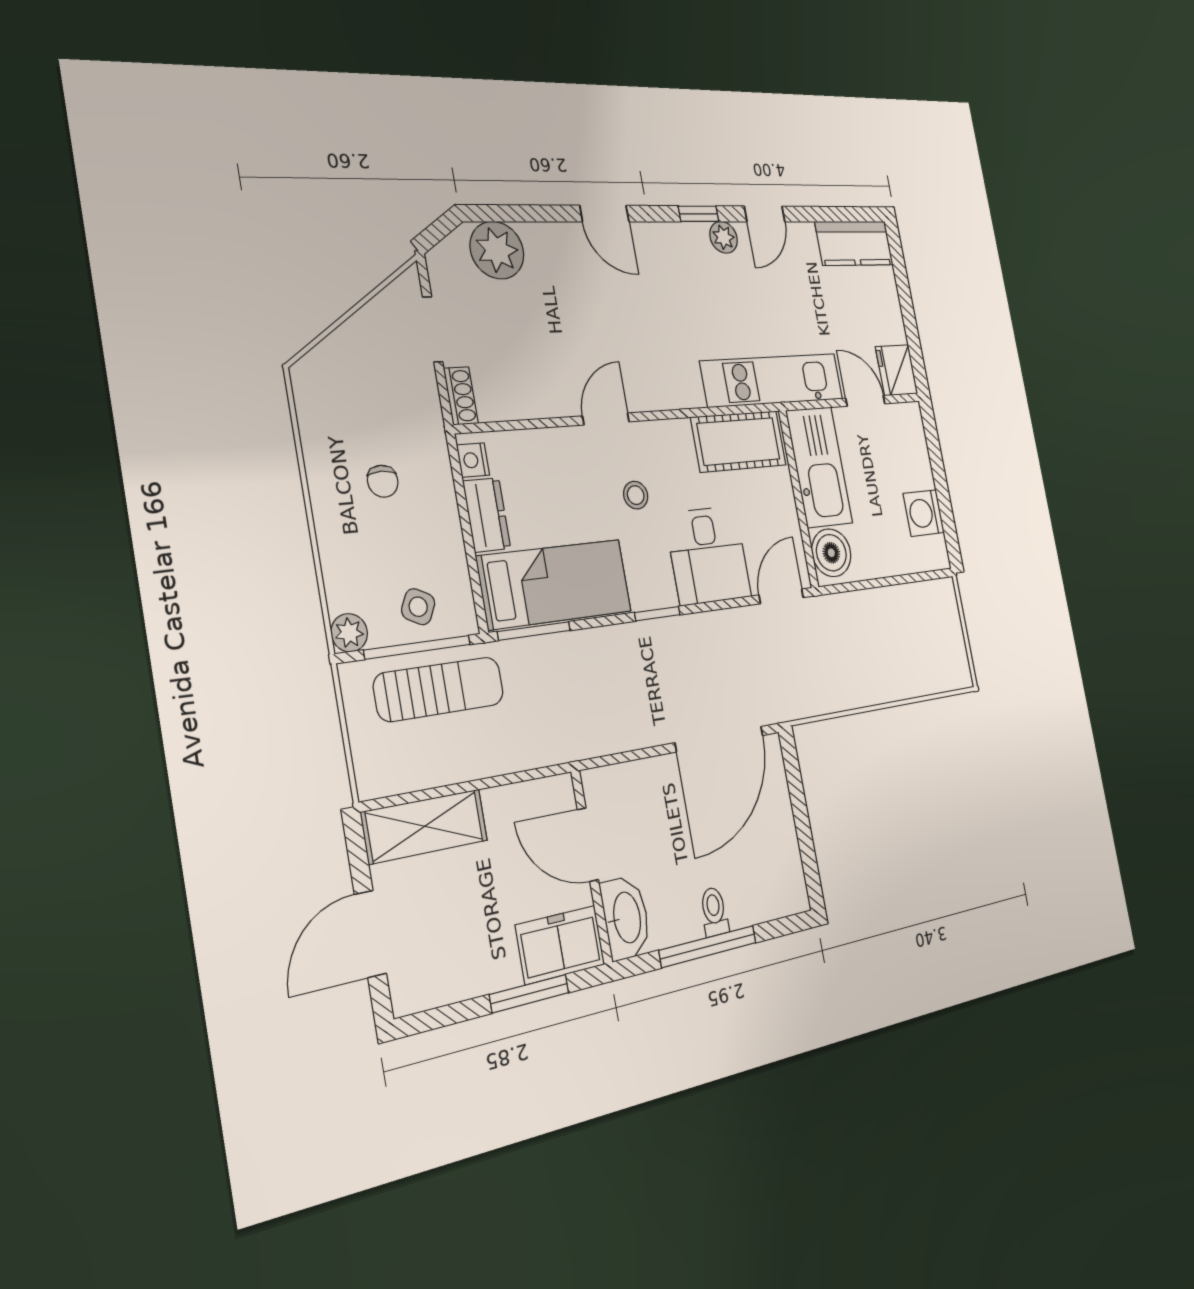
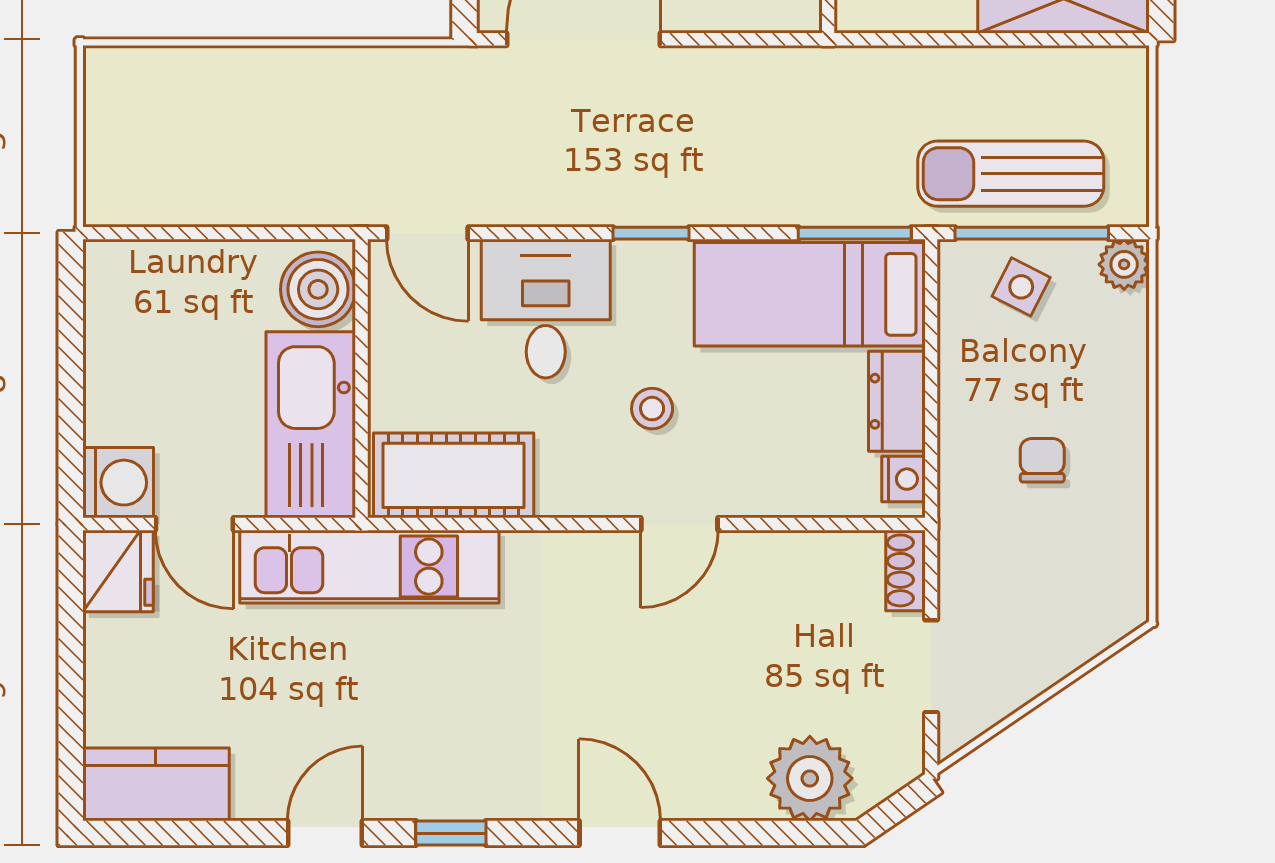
plant: (724, 237) -> (412, 796), removed
washing machine: (924, 513) -> (118, 483), moved
door: (781, 596) -> (427, 233), hinge flipped

